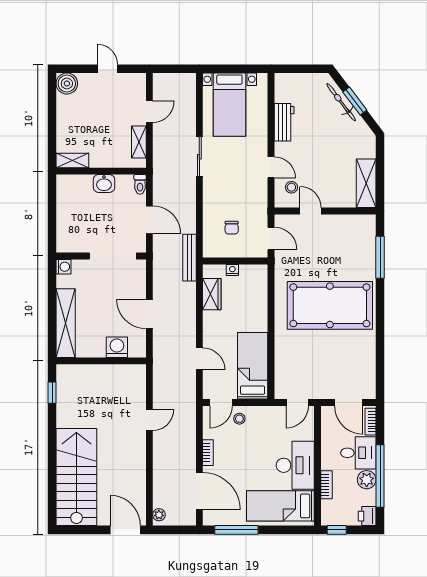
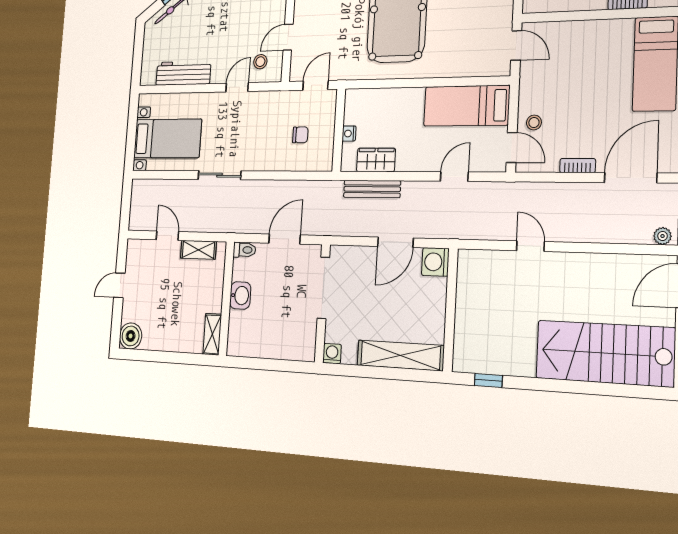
workbench: (284, 122) -> (183, 73), width x1.38
bench: (189, 258) -> (372, 189), moved
washing machine: (117, 347) -> (435, 262), moved
desk: (295, 465) -> (599, 45), removed

